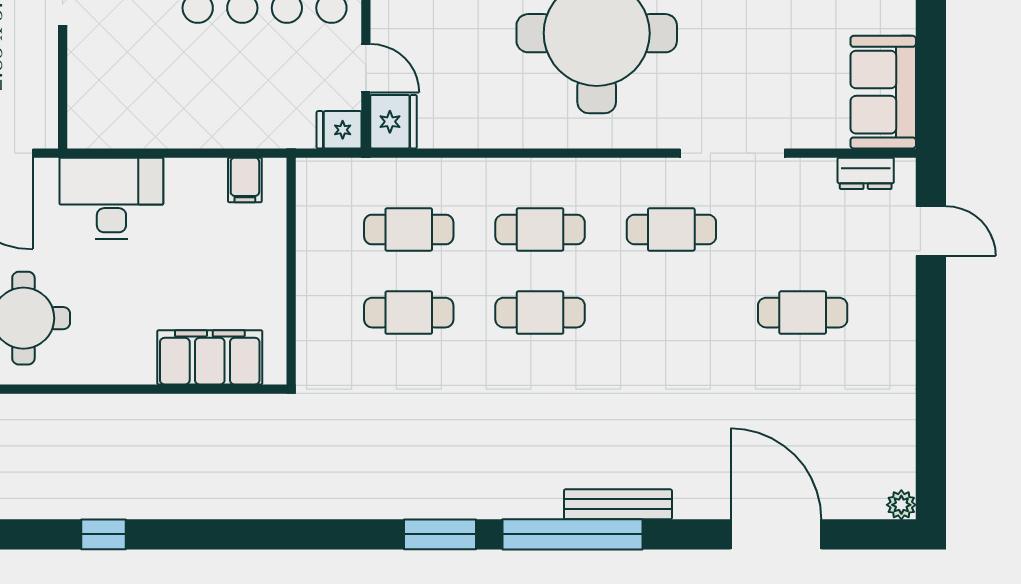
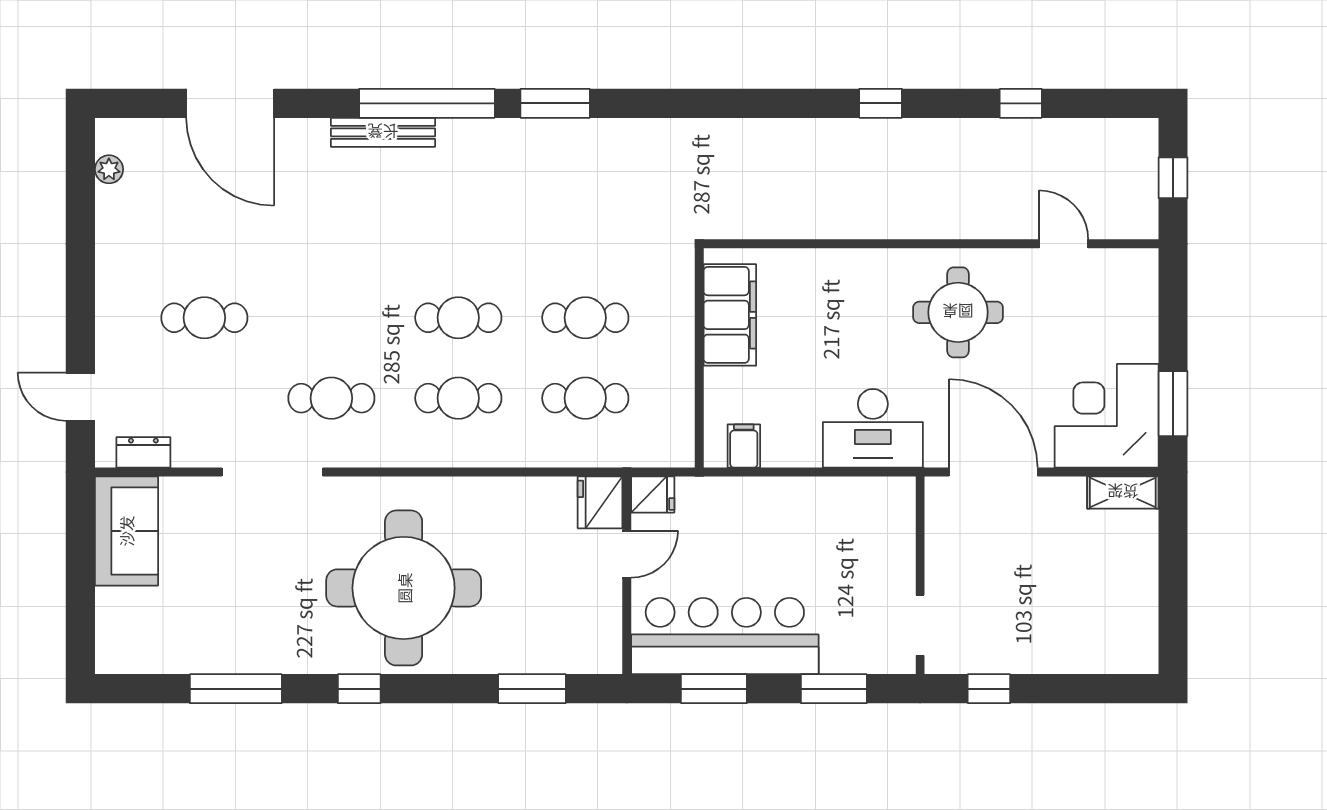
door: (366, 68) -> (627, 554), swing flipped
filing cabinet: (210, 357) -> (730, 315), moved, turned -90
plant: (901, 505) -> (109, 169), moved

